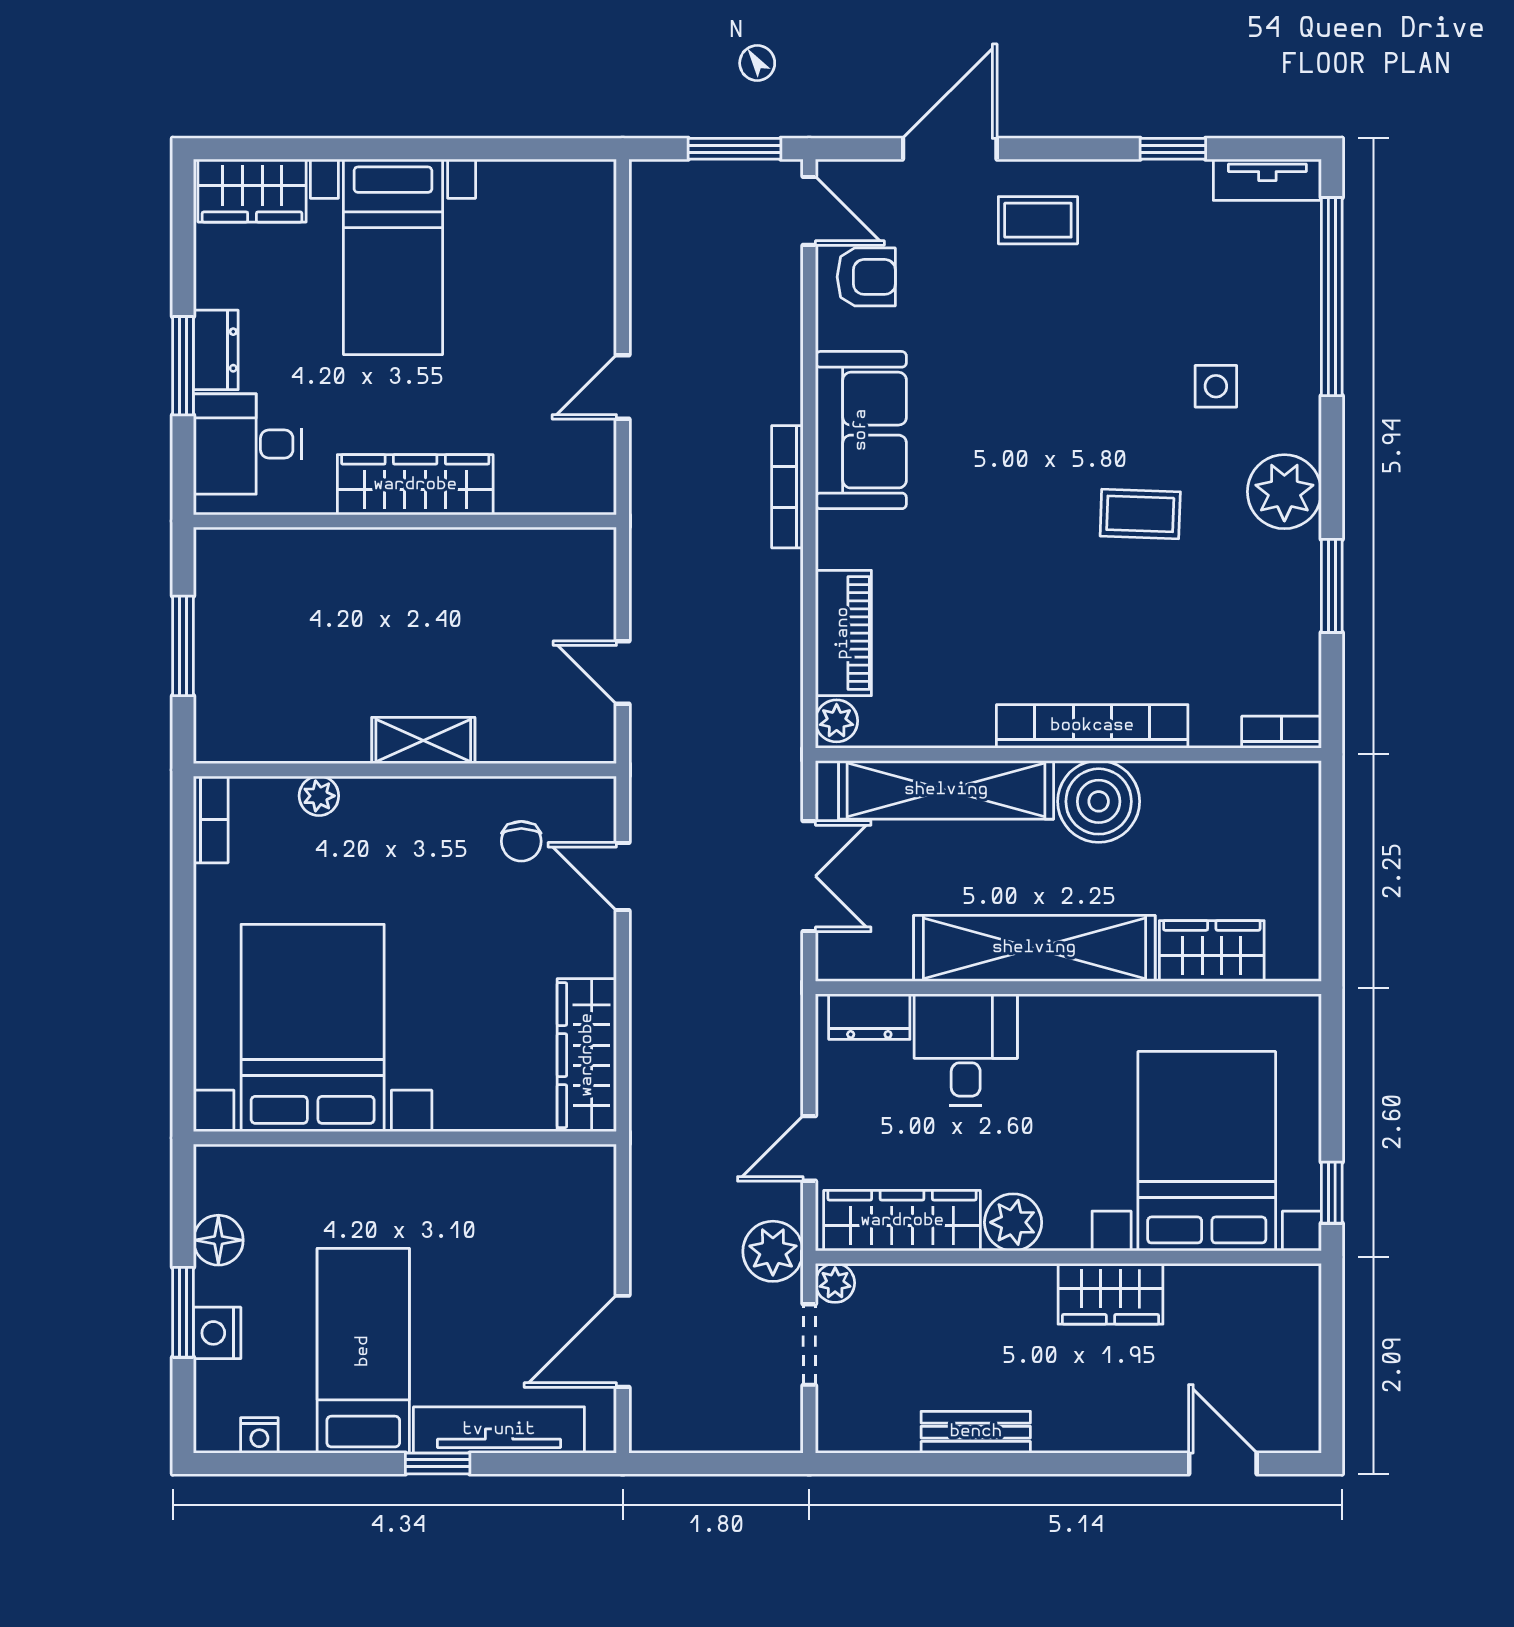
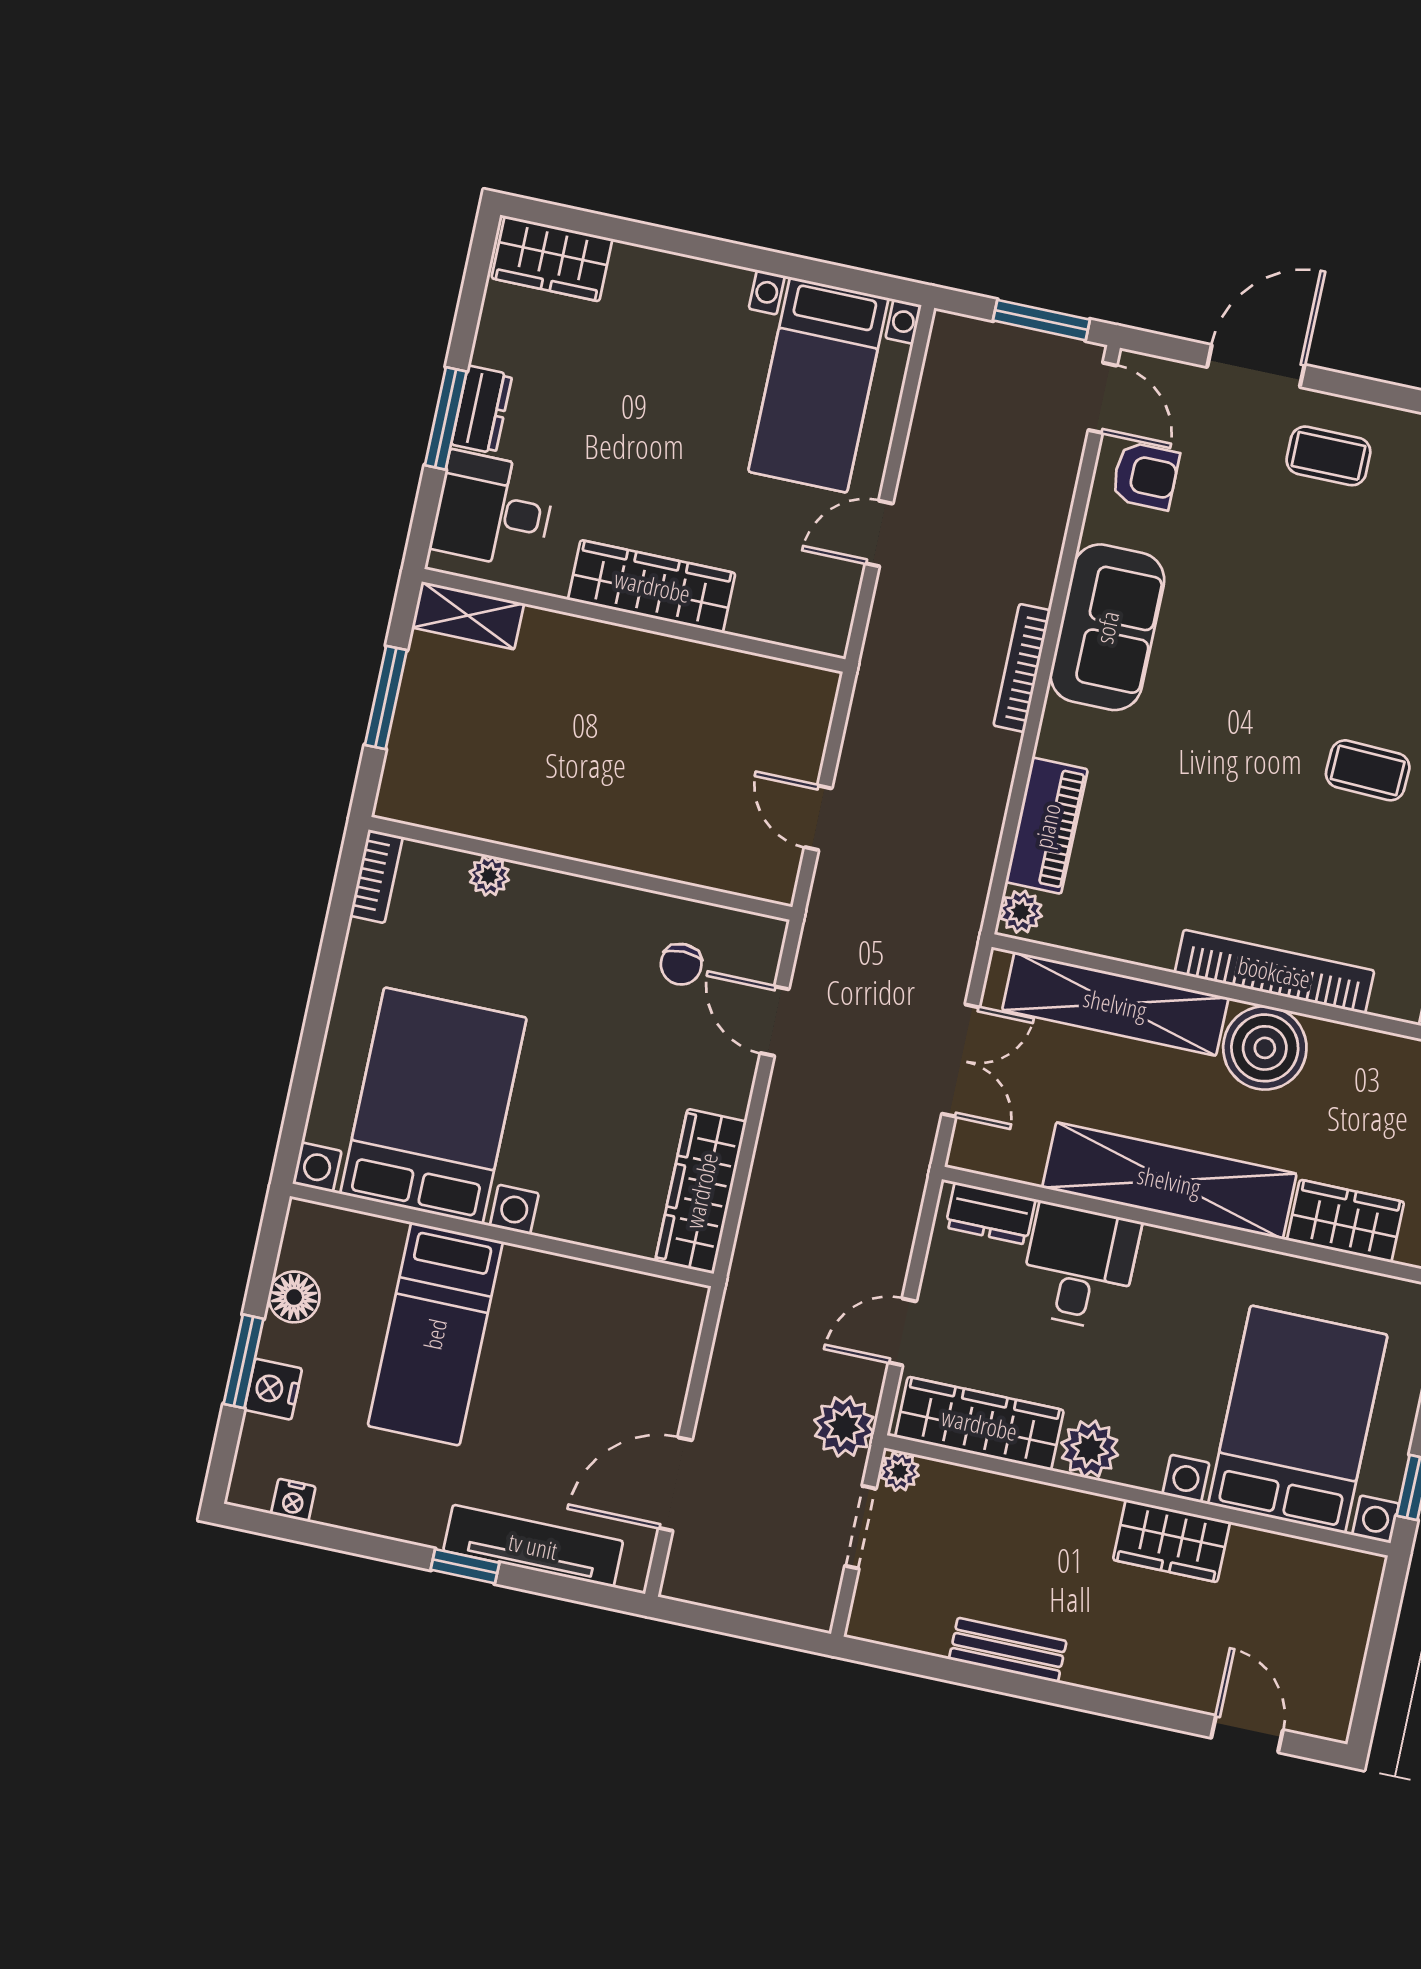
bed with nightstands: (393, 257) -> (818, 385), moved
shelving: (423, 740) -> (468, 616), moved
bed: (363, 1351) -> (435, 1334), moved, turned 180

